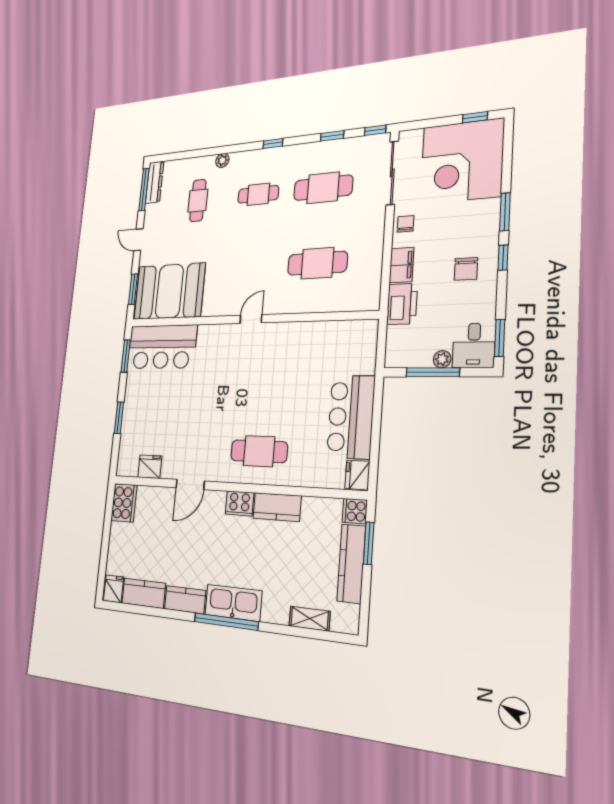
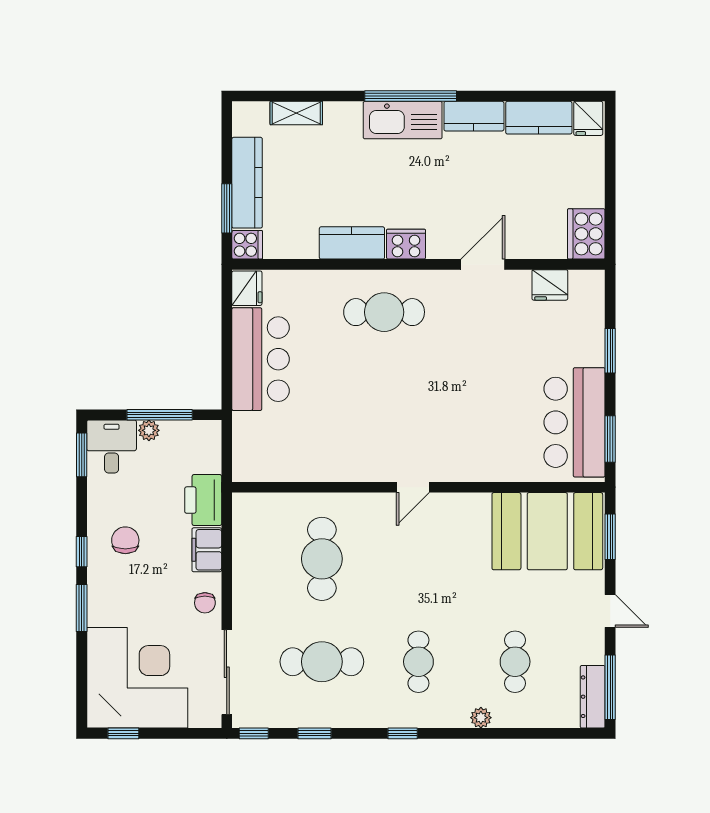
cafe table: (258, 194) -> (418, 662), turned 90
cafe table: (317, 263) -> (322, 559), turned 90
bar counter: (162, 347) -> (575, 422), moved, turned -90

